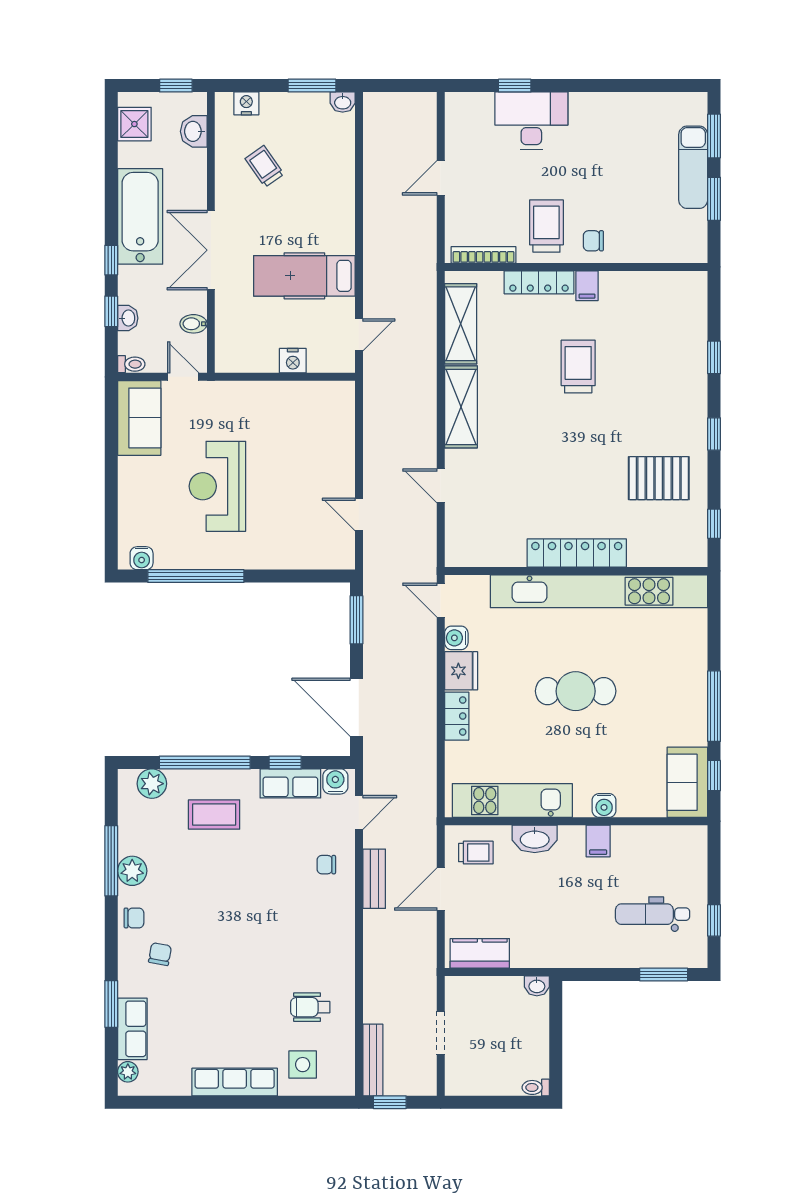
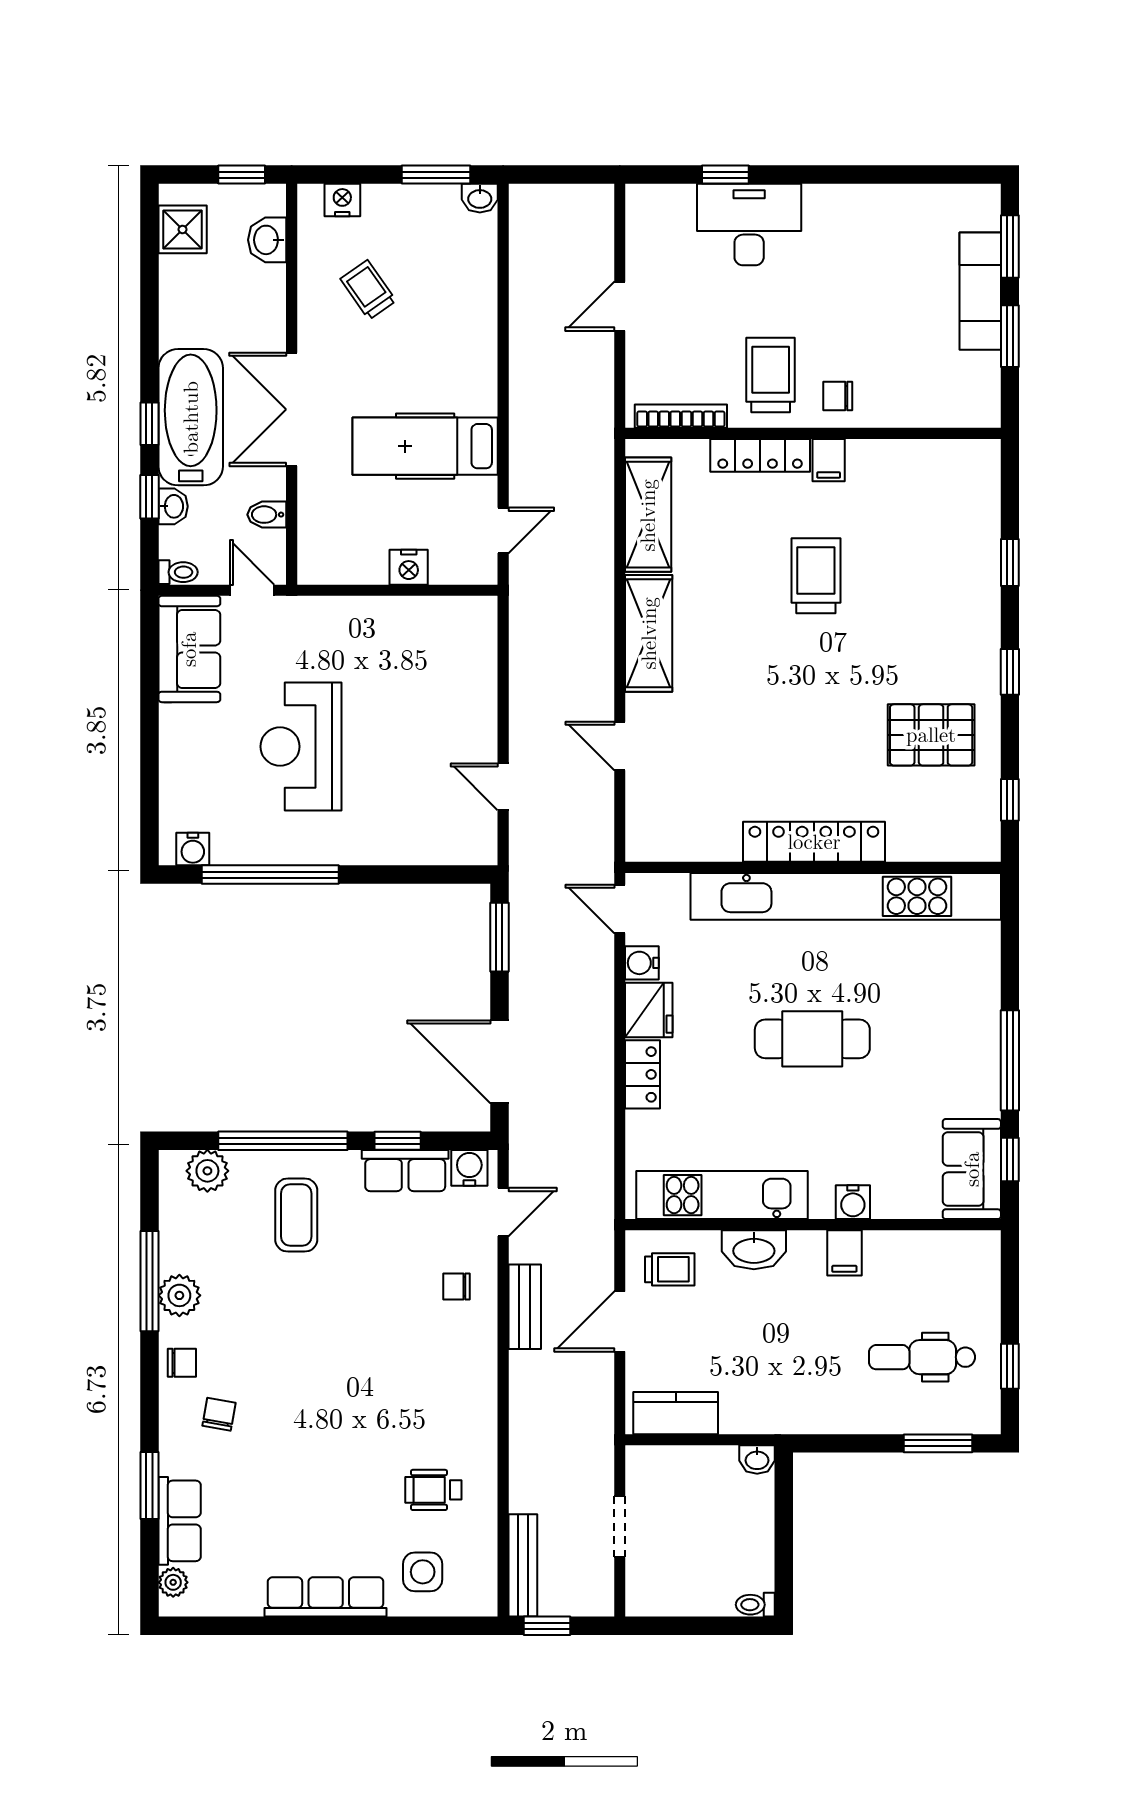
bathtub: (140, 216) -> (191, 417), moved
coffee table: (214, 815) -> (296, 1215), turned 90

